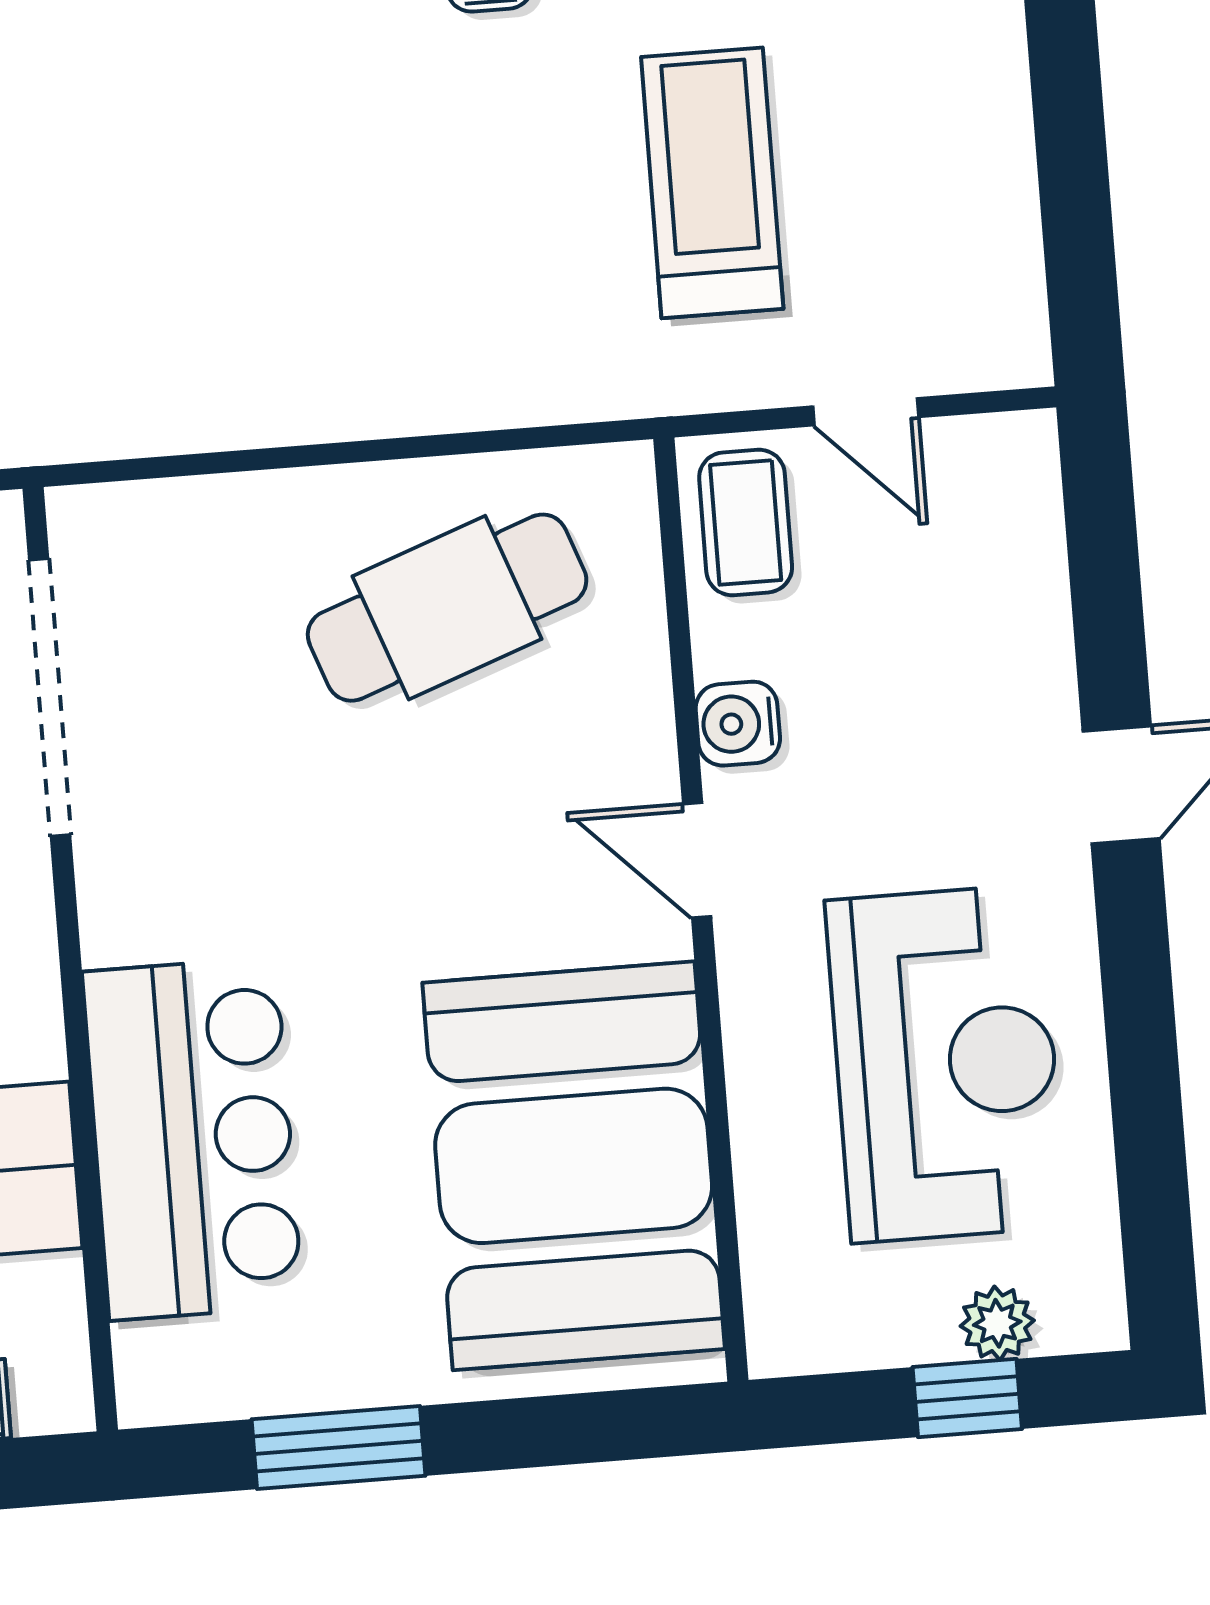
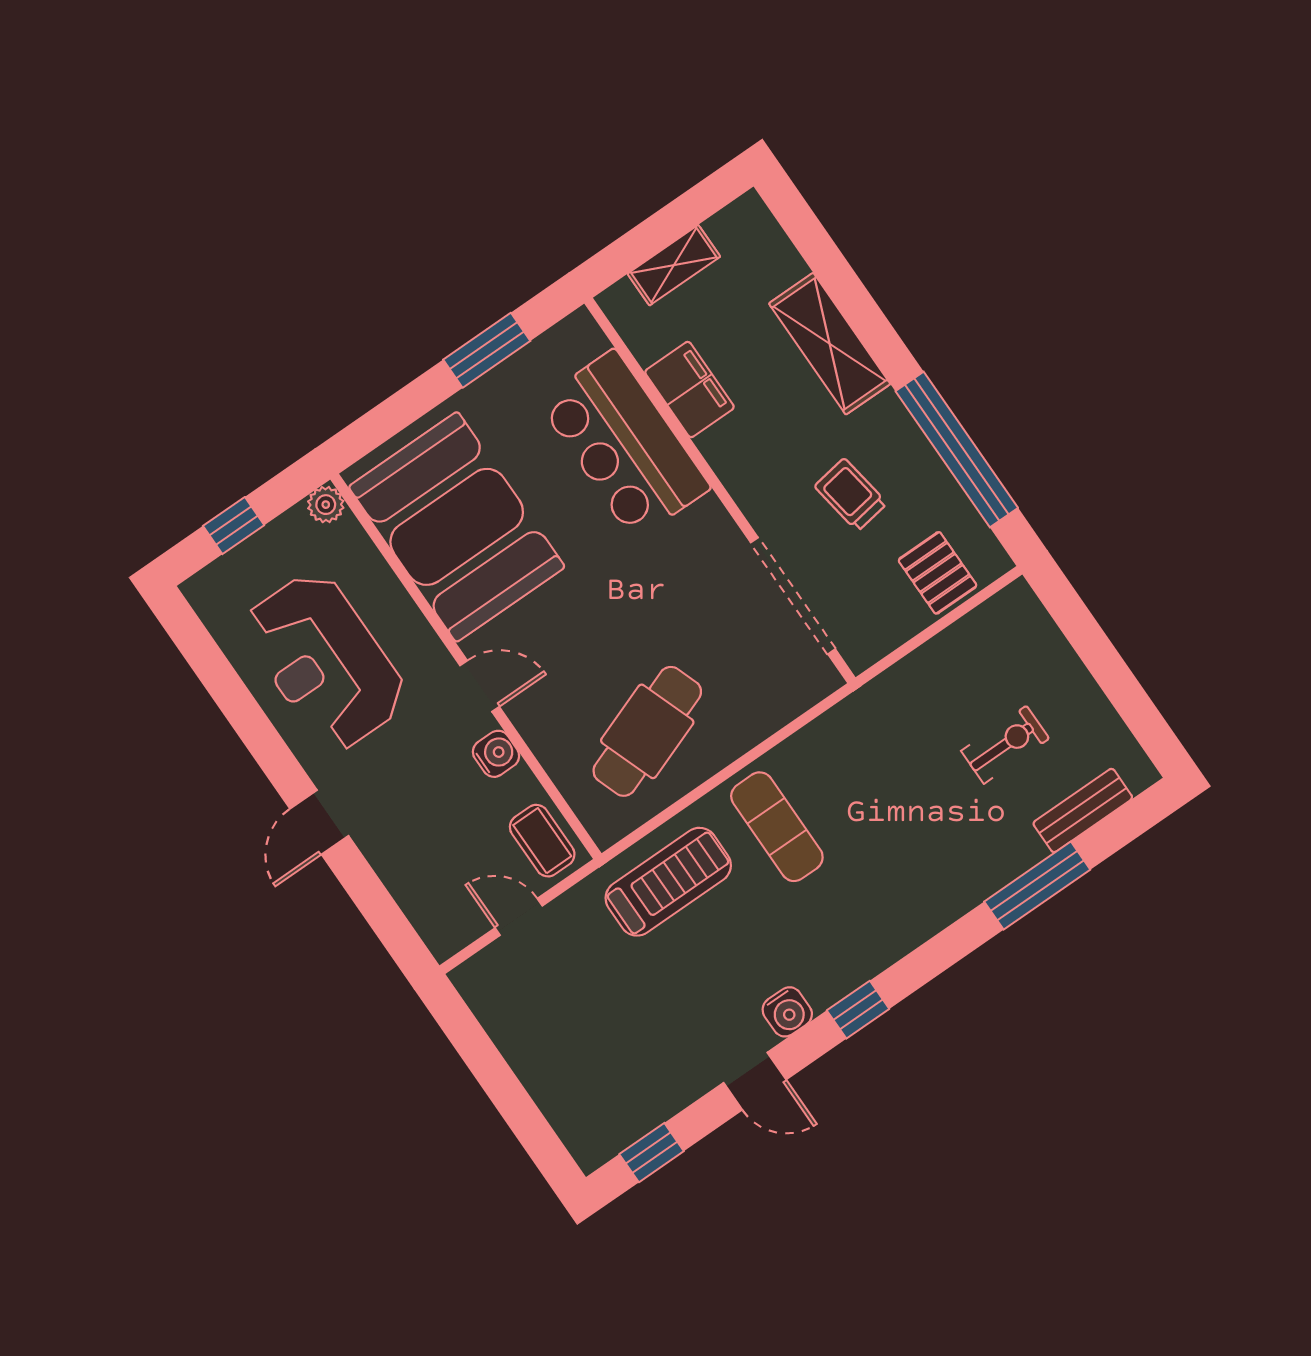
treadmill: (712, 183) -> (668, 882), moved, turned -90
exercise mat: (316, 305) -> (777, 827), added
plant: (997, 1323) -> (326, 505), moved

